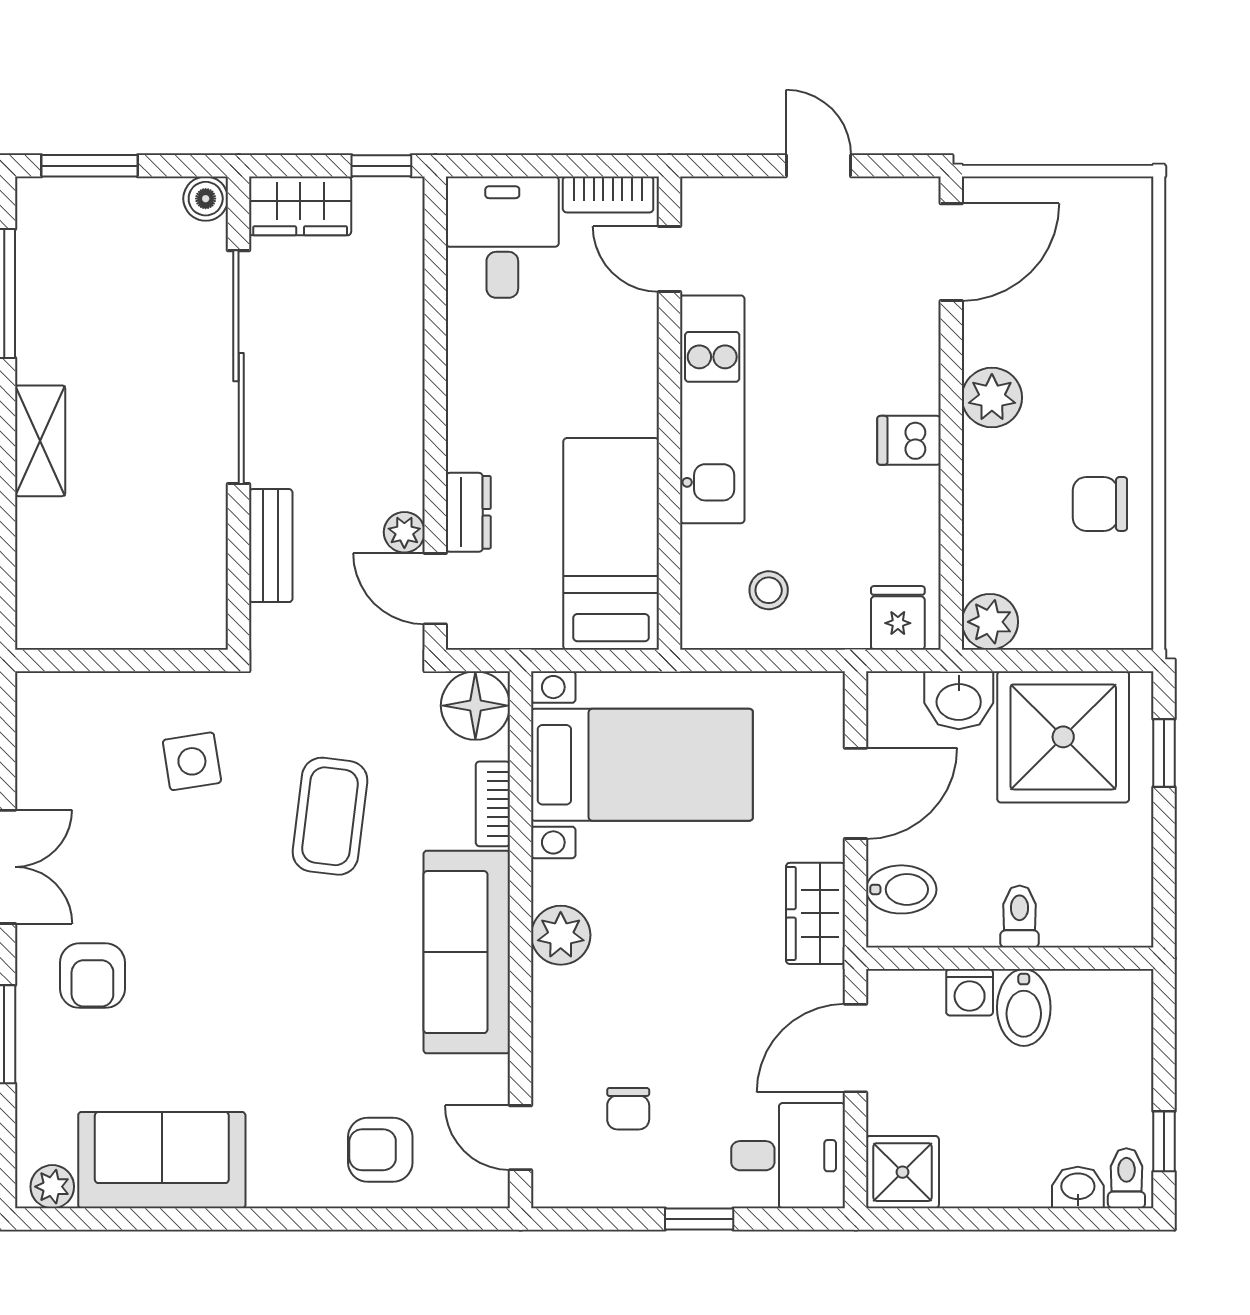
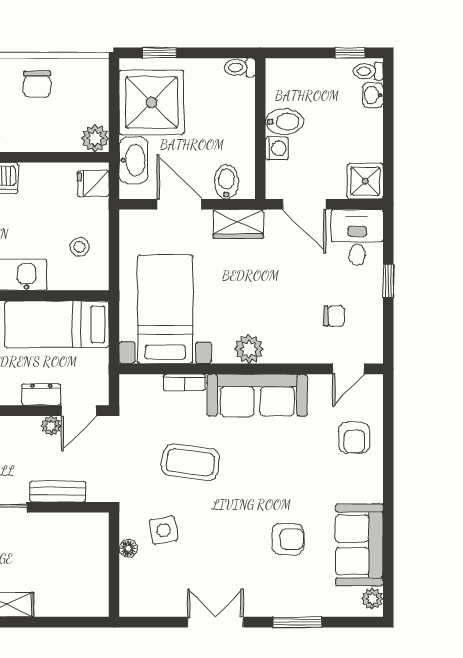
washbasin: (959, 700) -> (134, 160), width x1.38
floor lamp: (475, 706) -> (128, 548), moved, width x0.53, depth x0.53
toilet: (1020, 917) -> (240, 67), moved
armchair: (92, 976) -> (288, 539), moved

